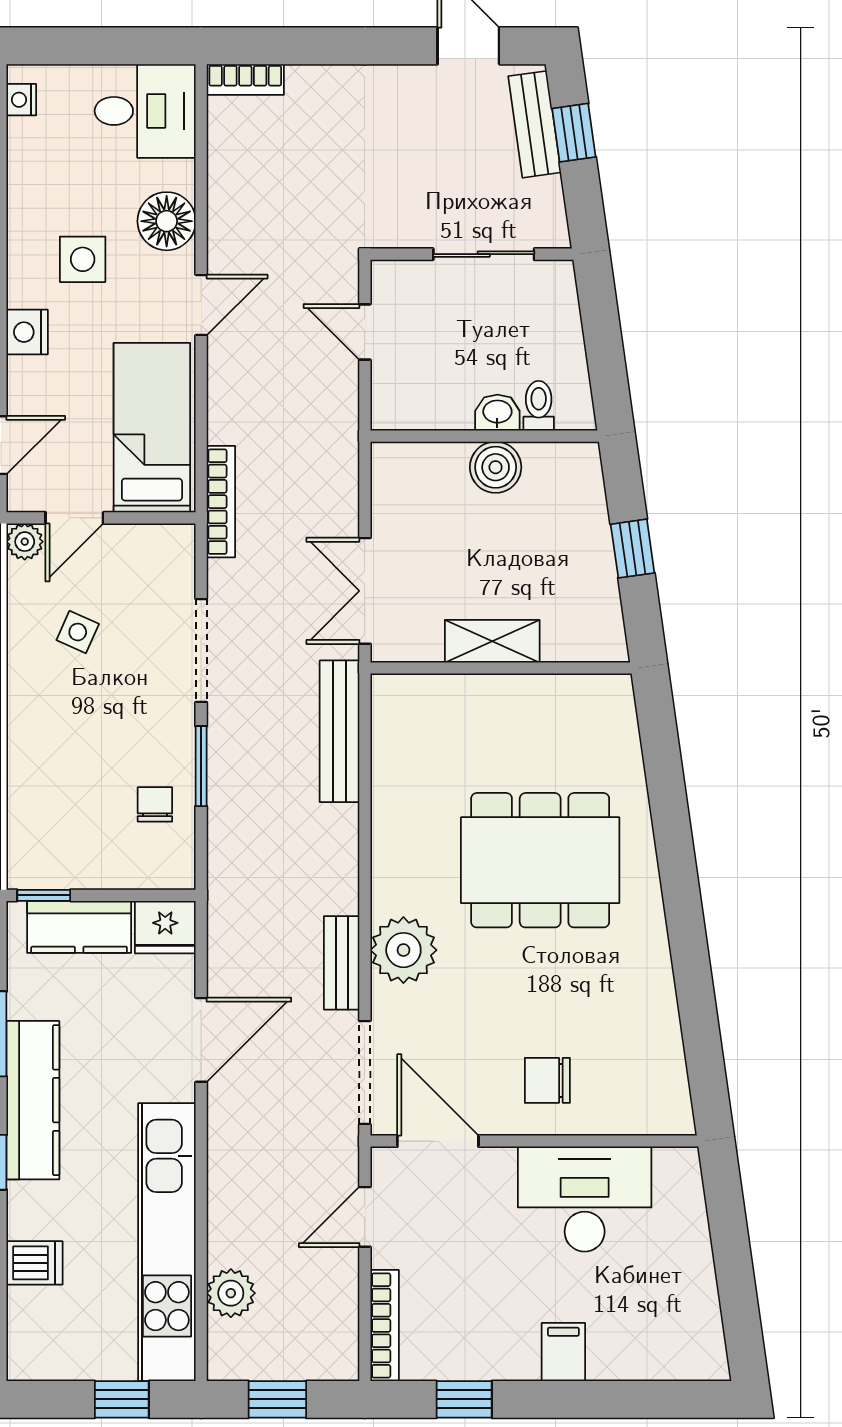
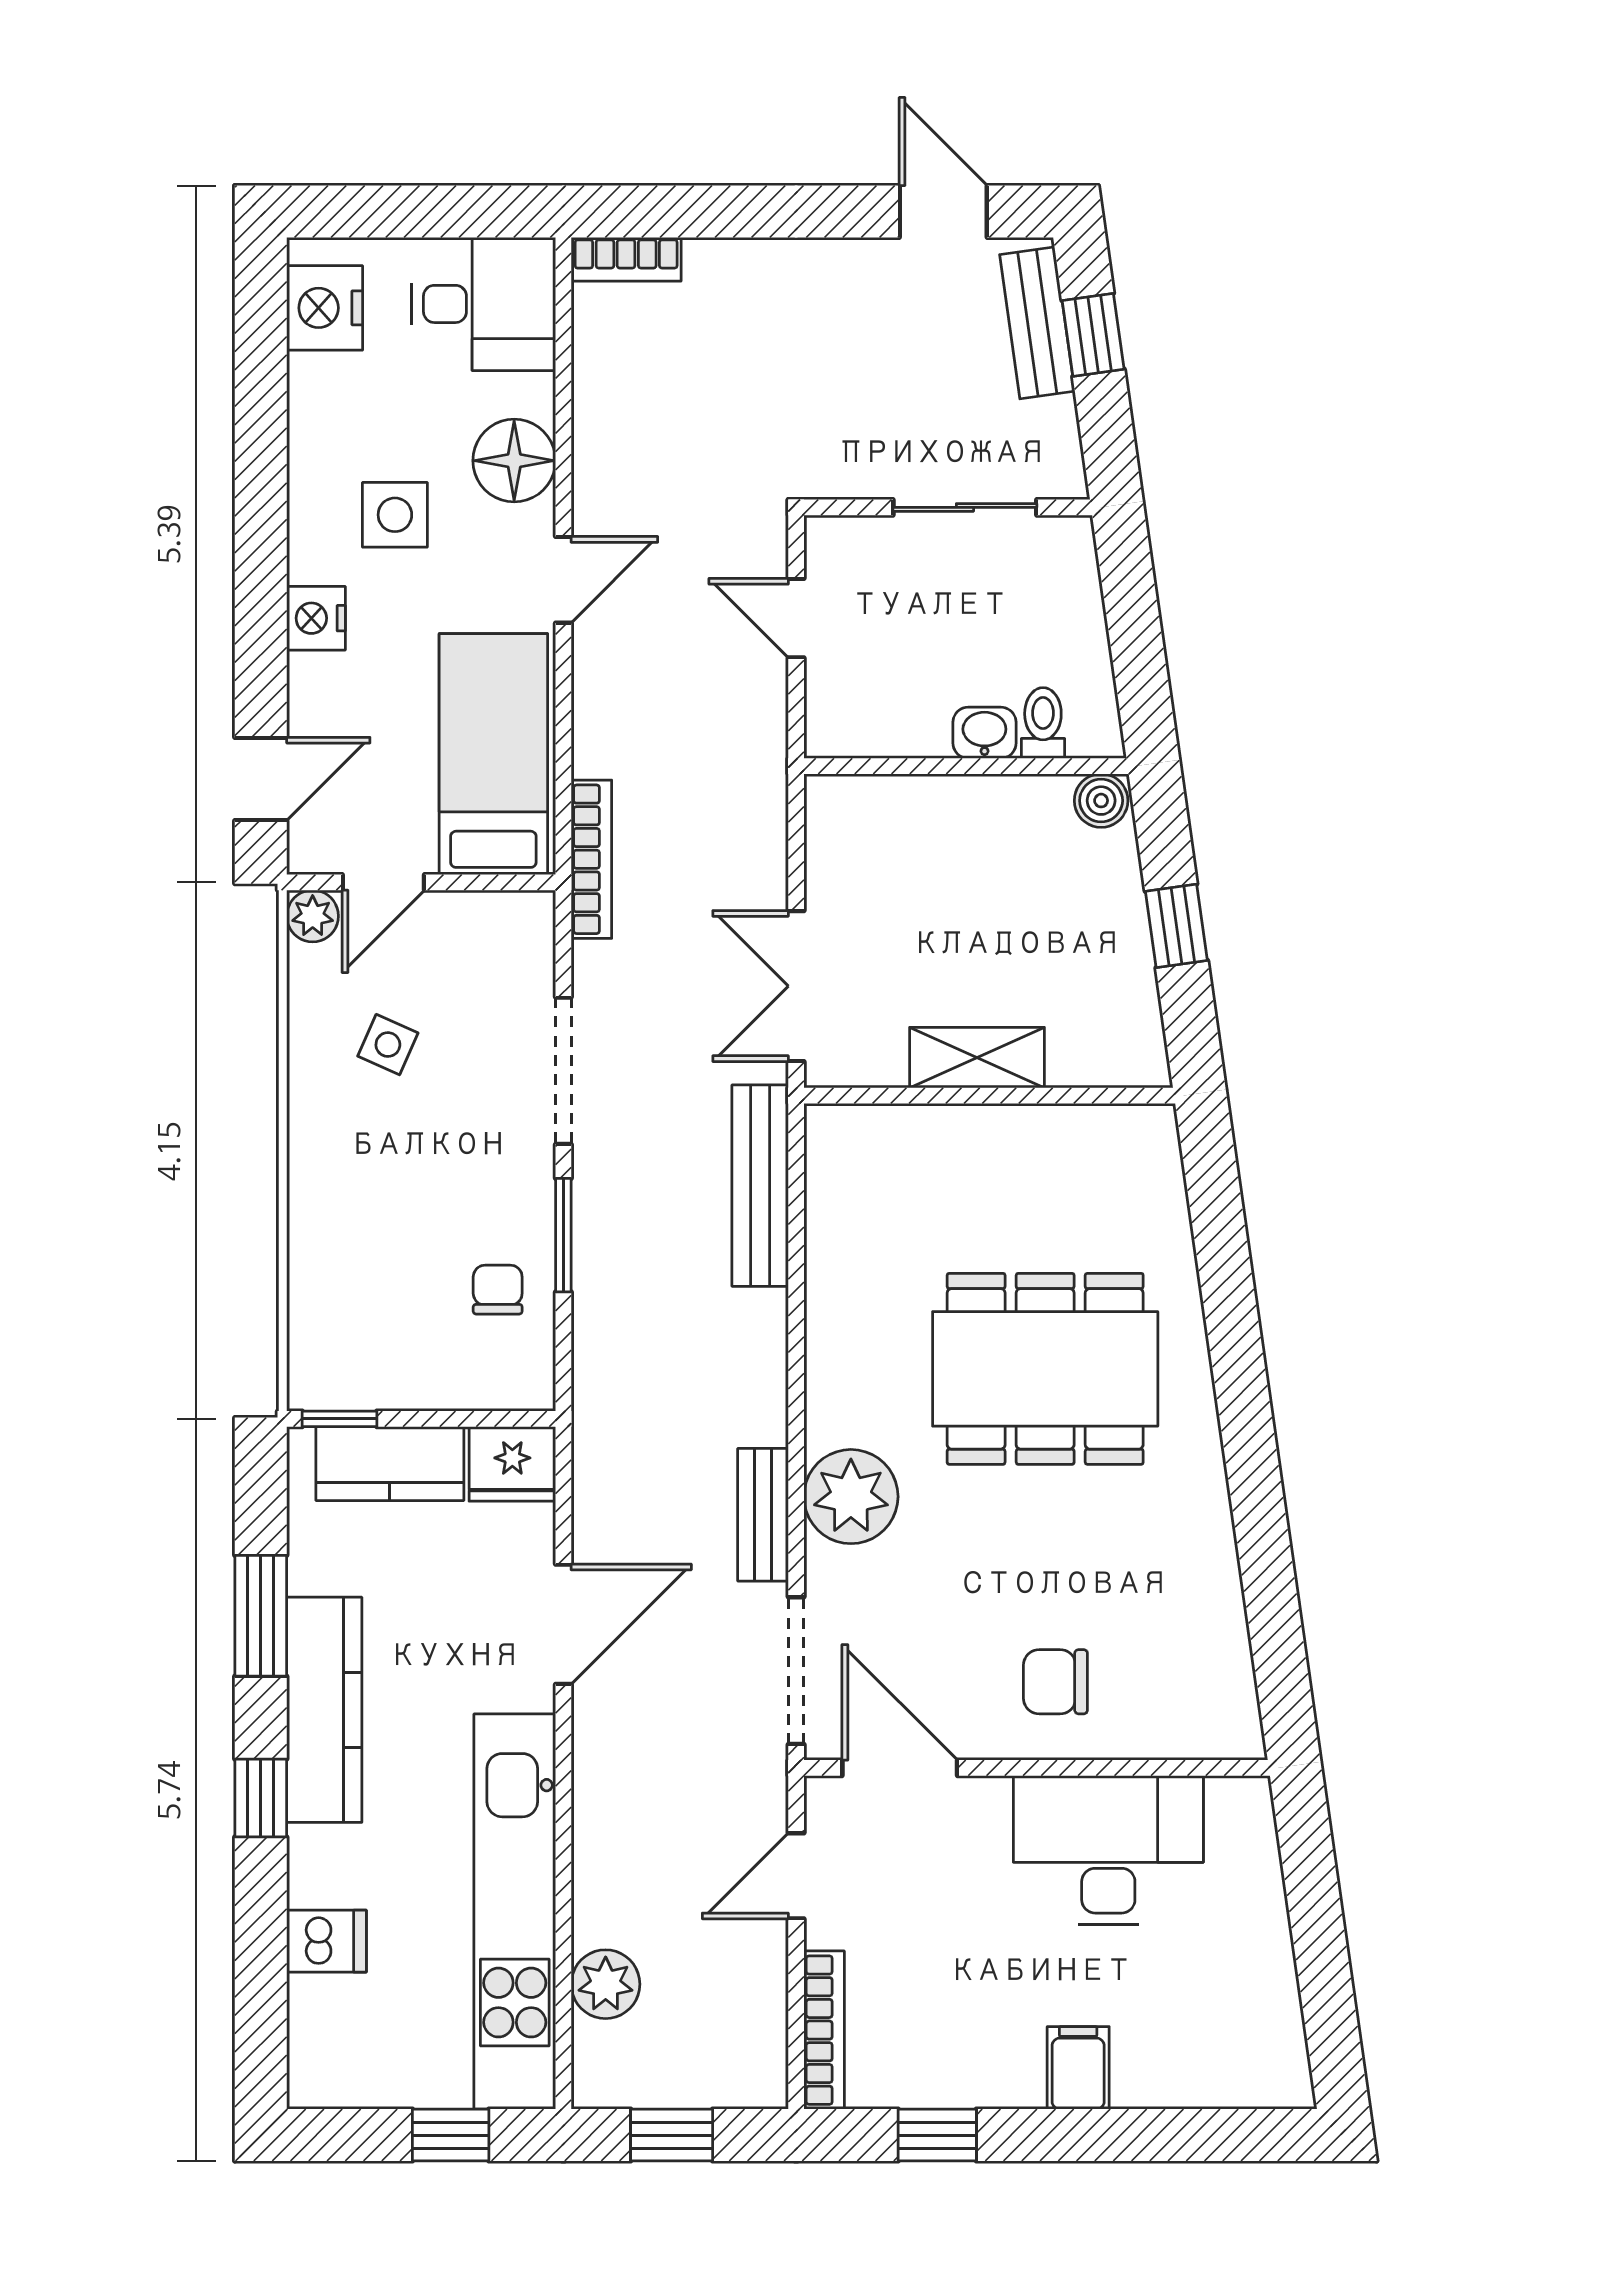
nightstand: (21, 100) -> (325, 308), width x1.89, depth x1.79
boiler: (496, 467) -> (1101, 801), moved, width x0.73, depth x0.73

